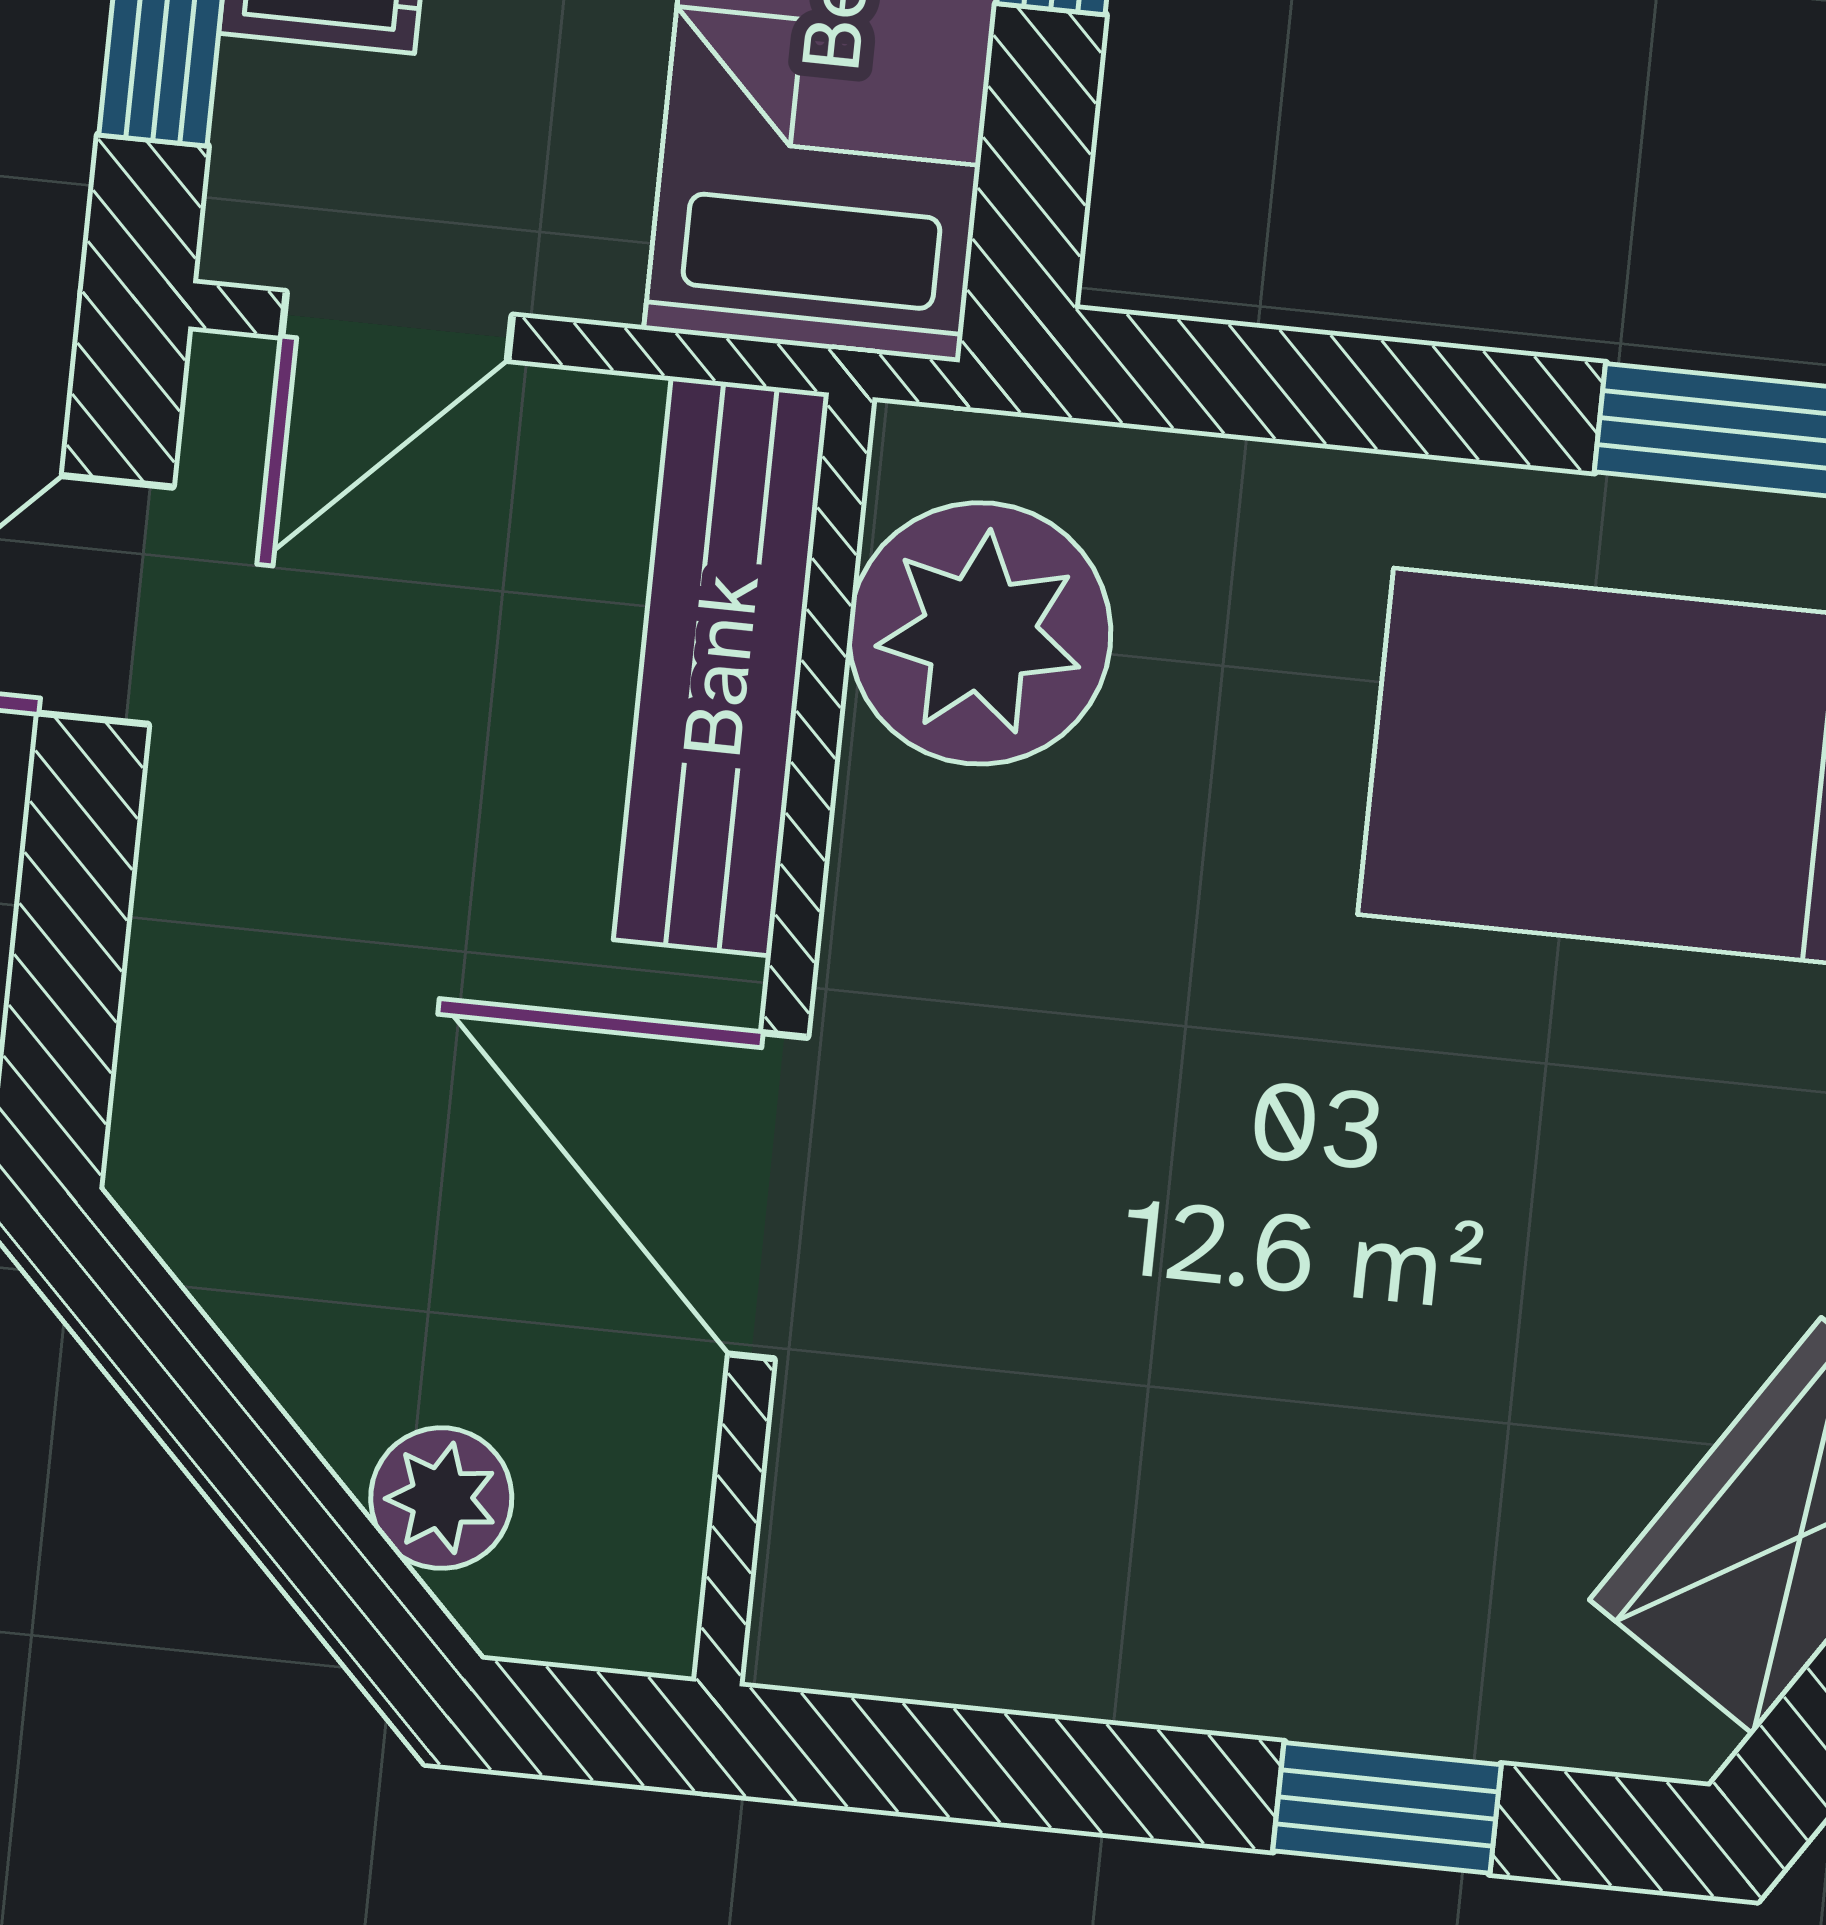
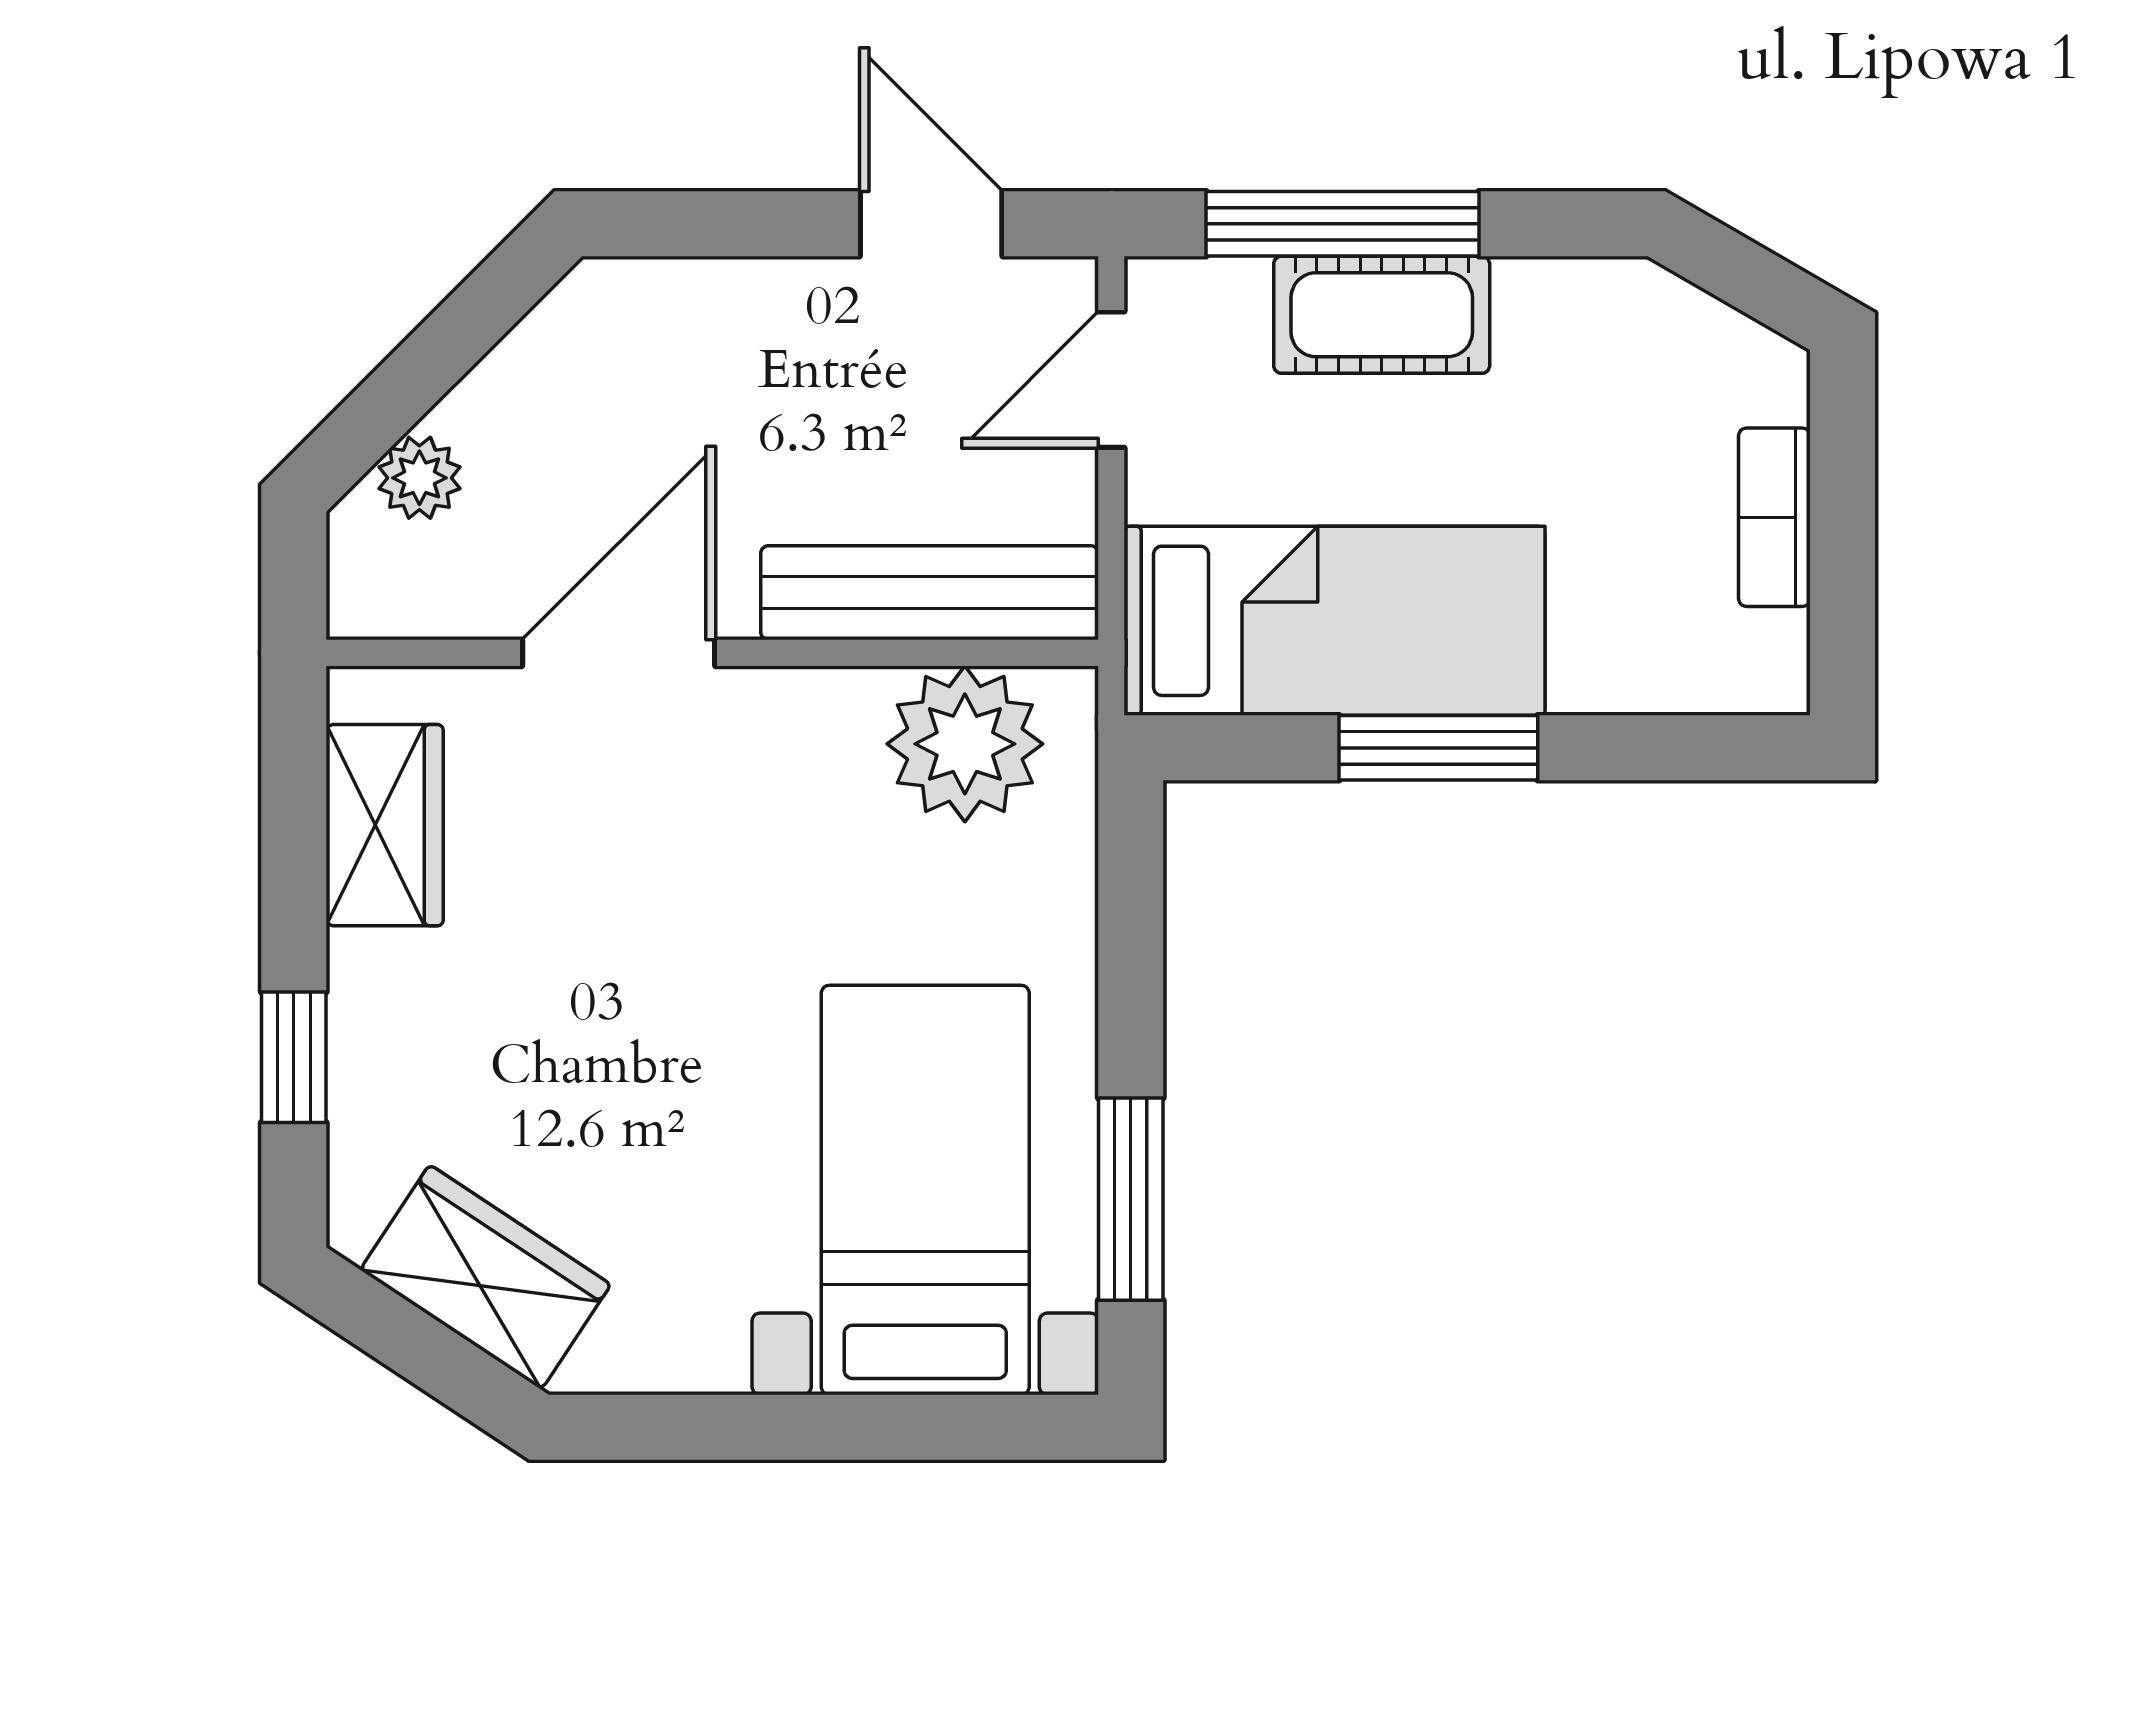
door: (397, 326) -> (1111, 380), hinge flipped
wardrobe: (1015, 1616) -> (385, 825), added

